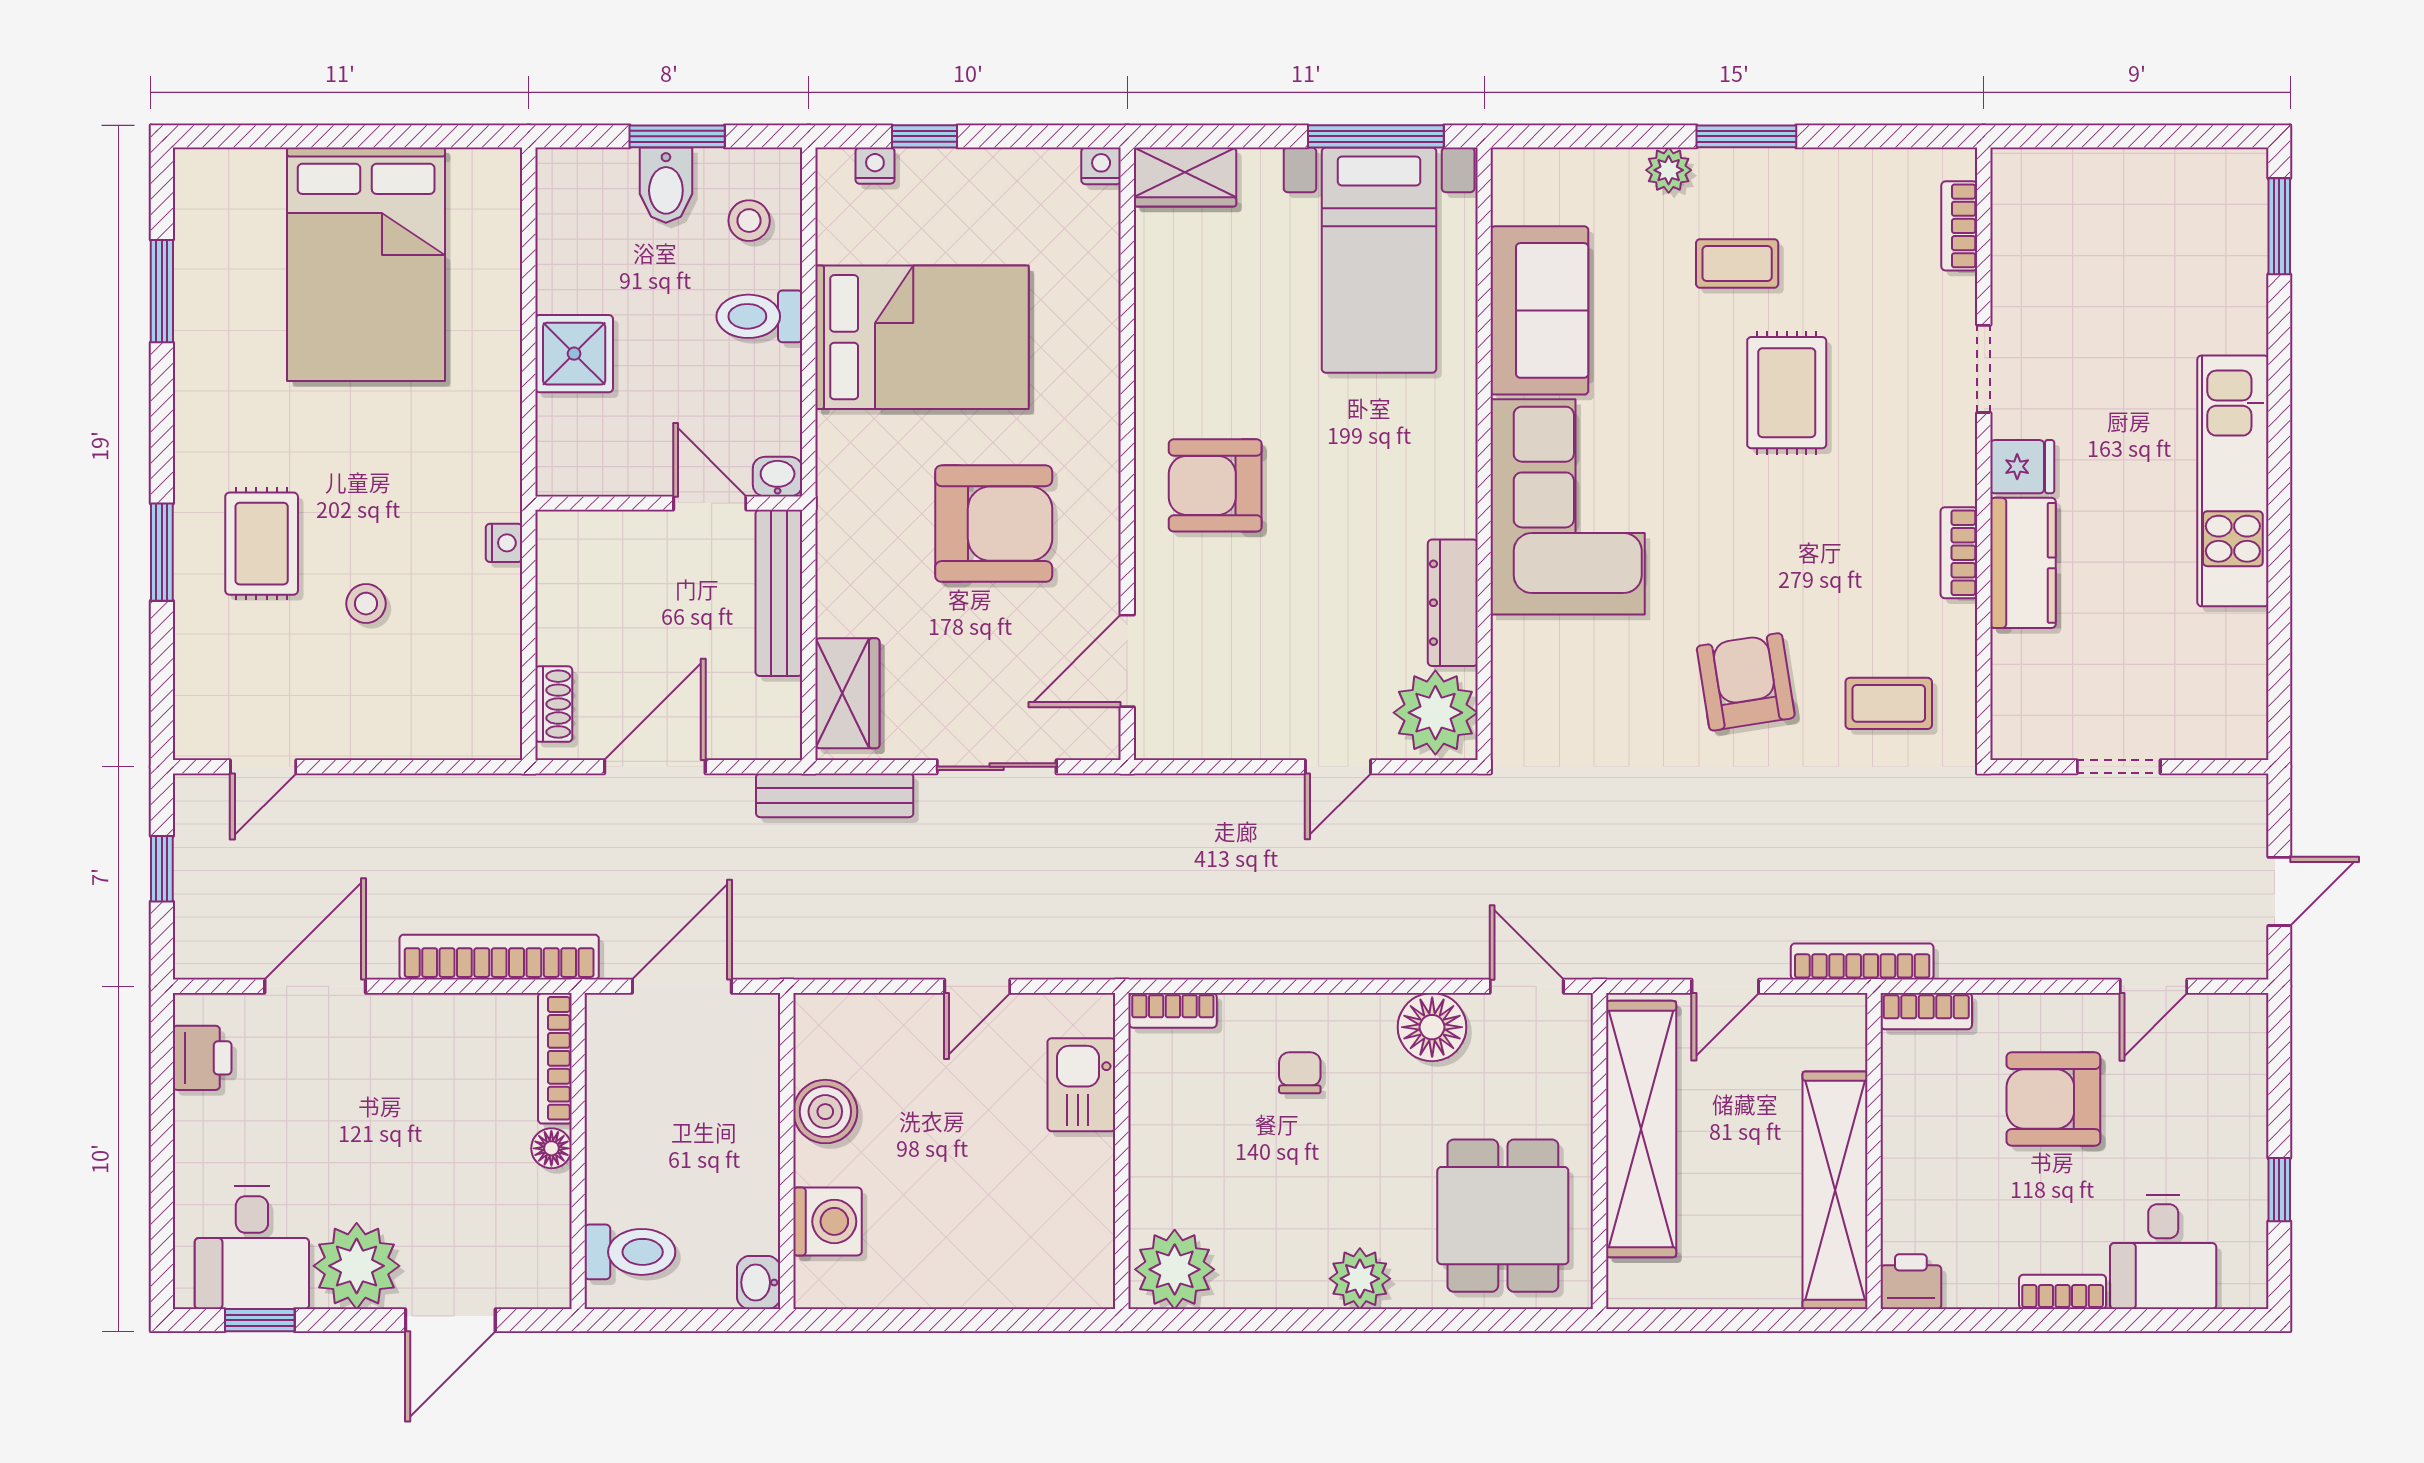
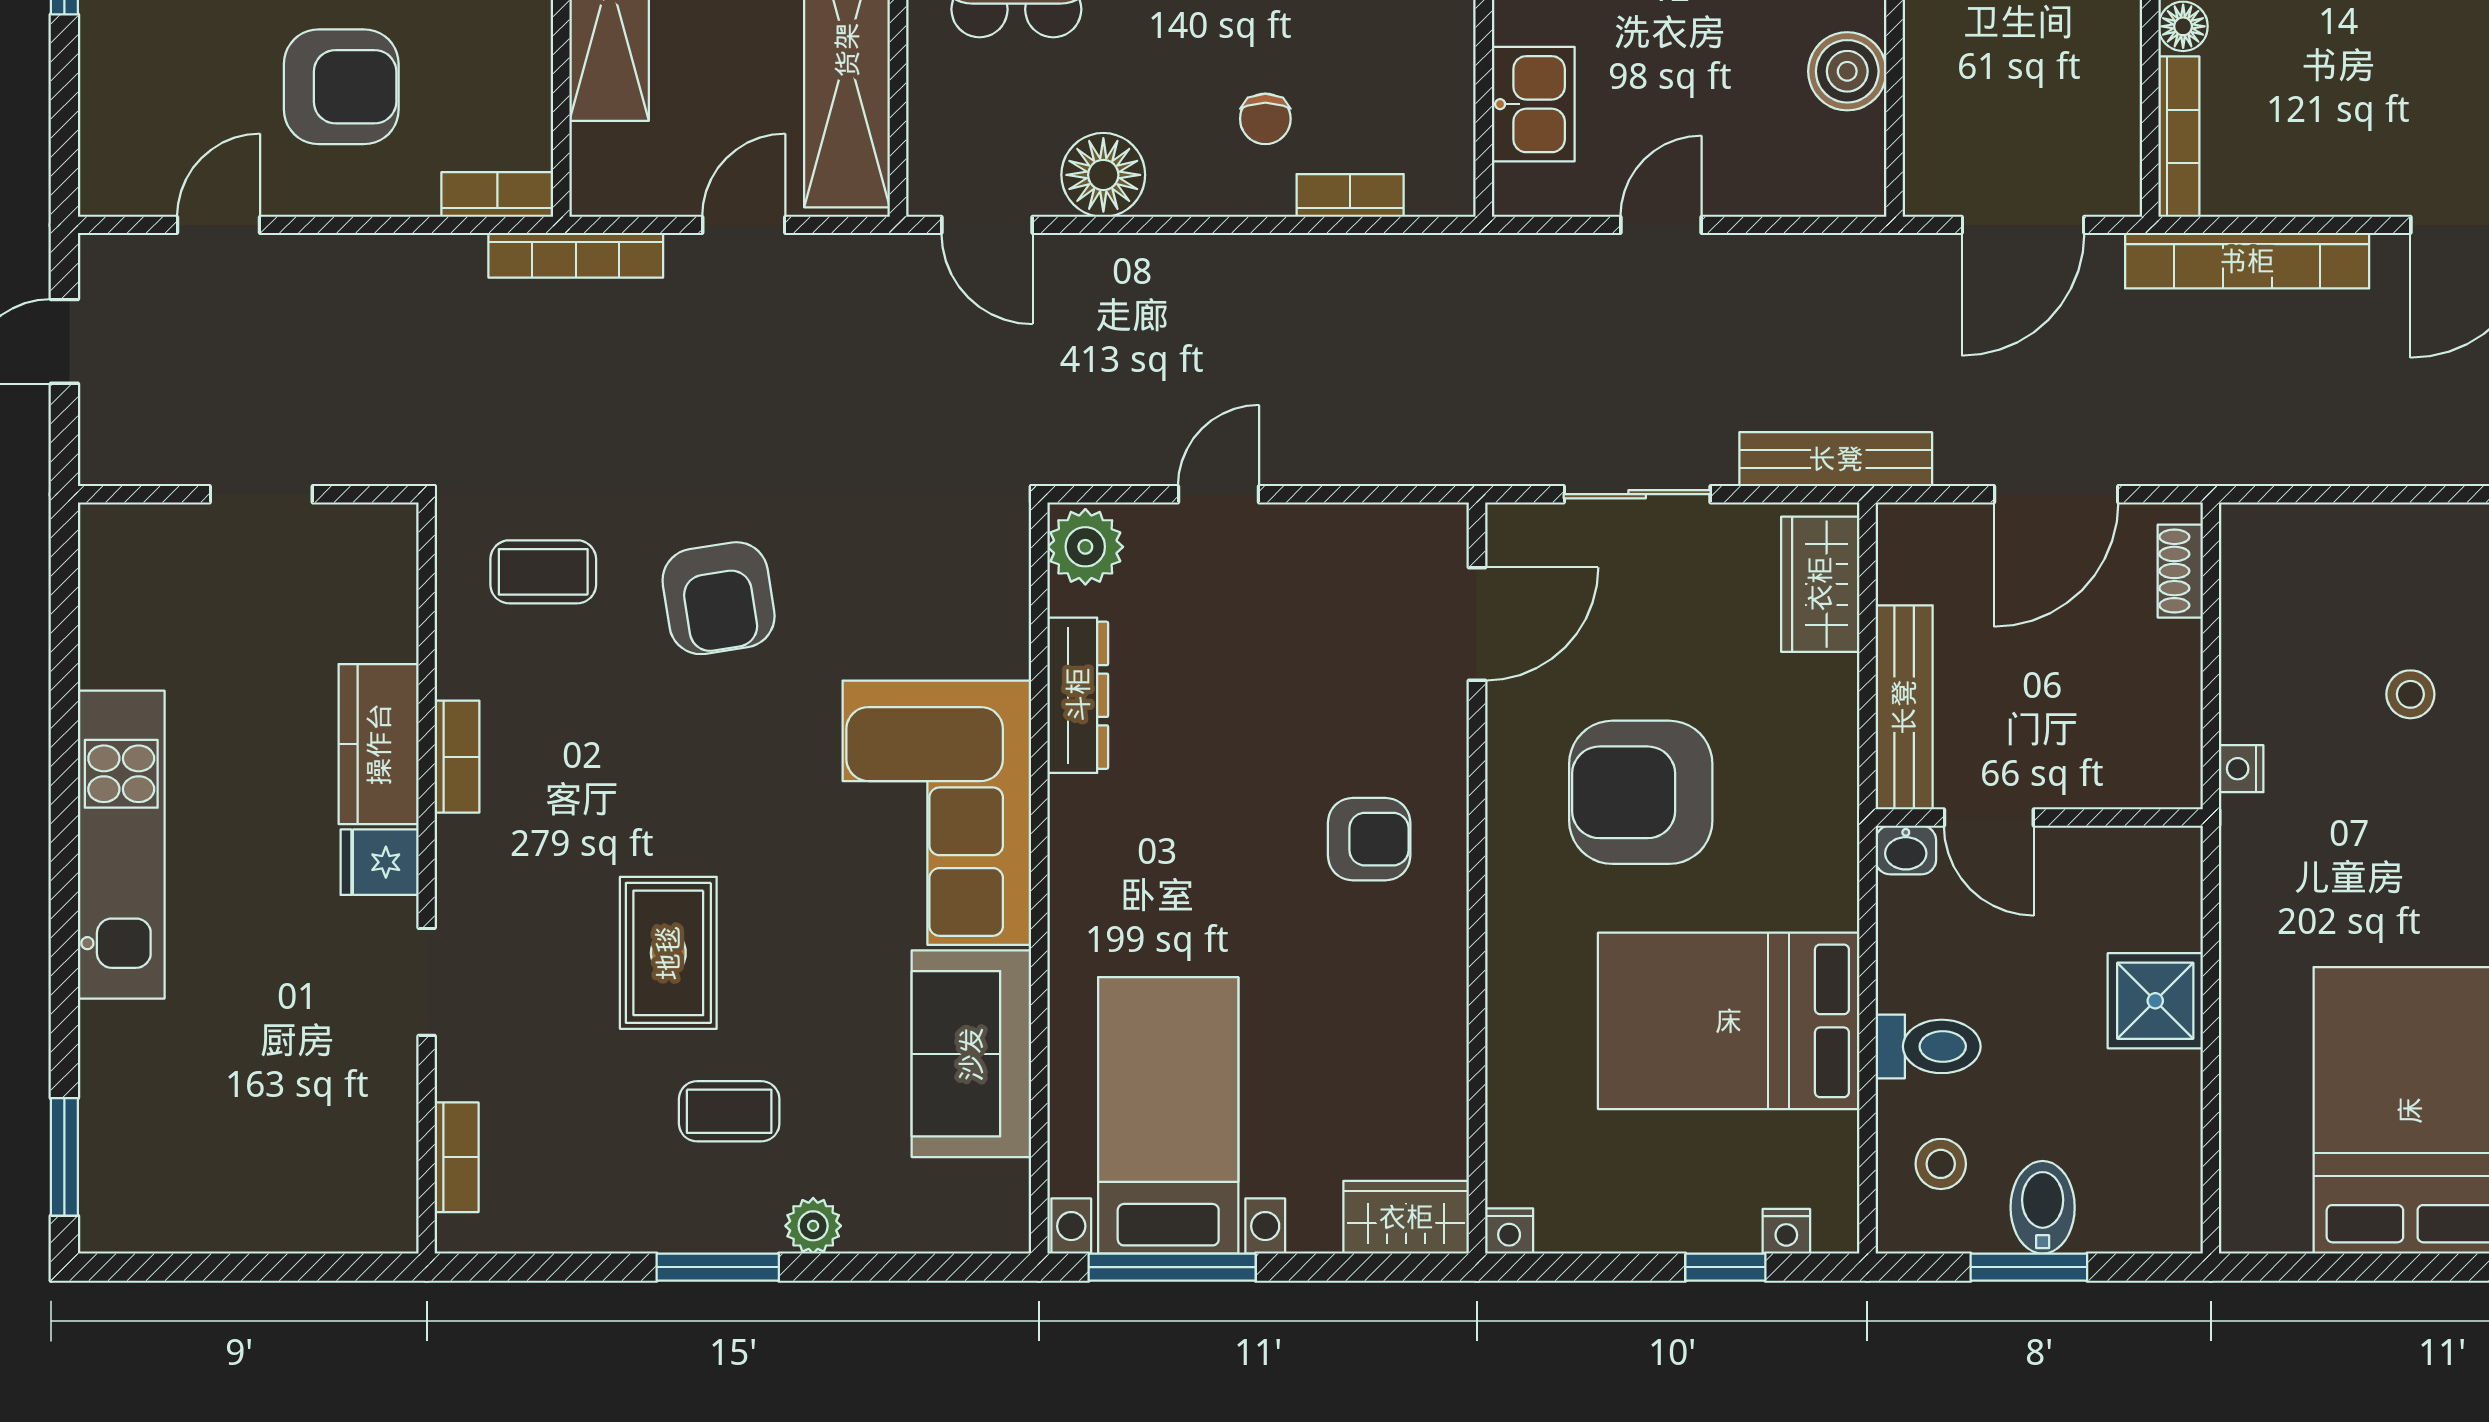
armchair: (1215, 485) -> (1369, 839), width x0.72, depth x0.72
plant: (1435, 713) -> (1085, 547), width x0.73, depth x0.73
bookcase: (1173, 1010) -> (1350, 195), moved

